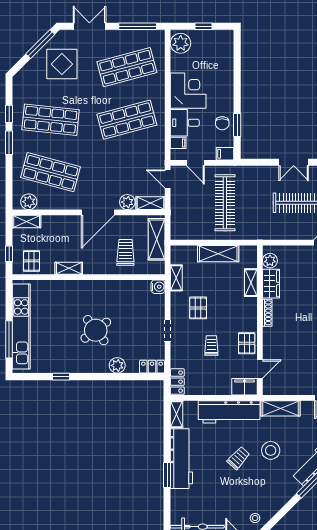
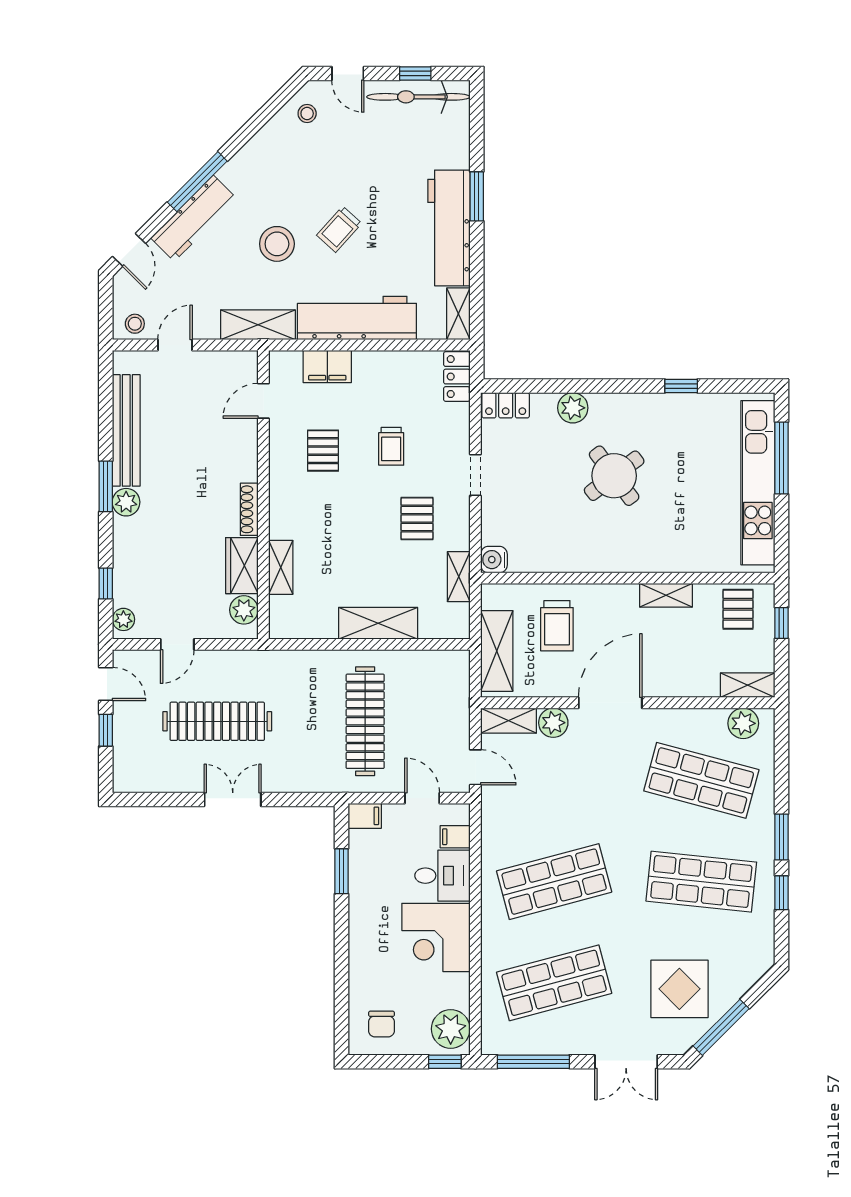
window: (203, 26) -> (445, 1062), moved
chair: (222, 123) -> (381, 1024), moved, turned 180
plant: (270, 261) -> (244, 610), moved
shelving: (251, 283) -> (281, 567), moved
wardrobe: (271, 284) -> (242, 566), moved
shoe rack: (267, 313) -> (249, 509), moved
wall: (260, 320) -> (263, 495), moved
door: (260, 369) -> (263, 401), moved

